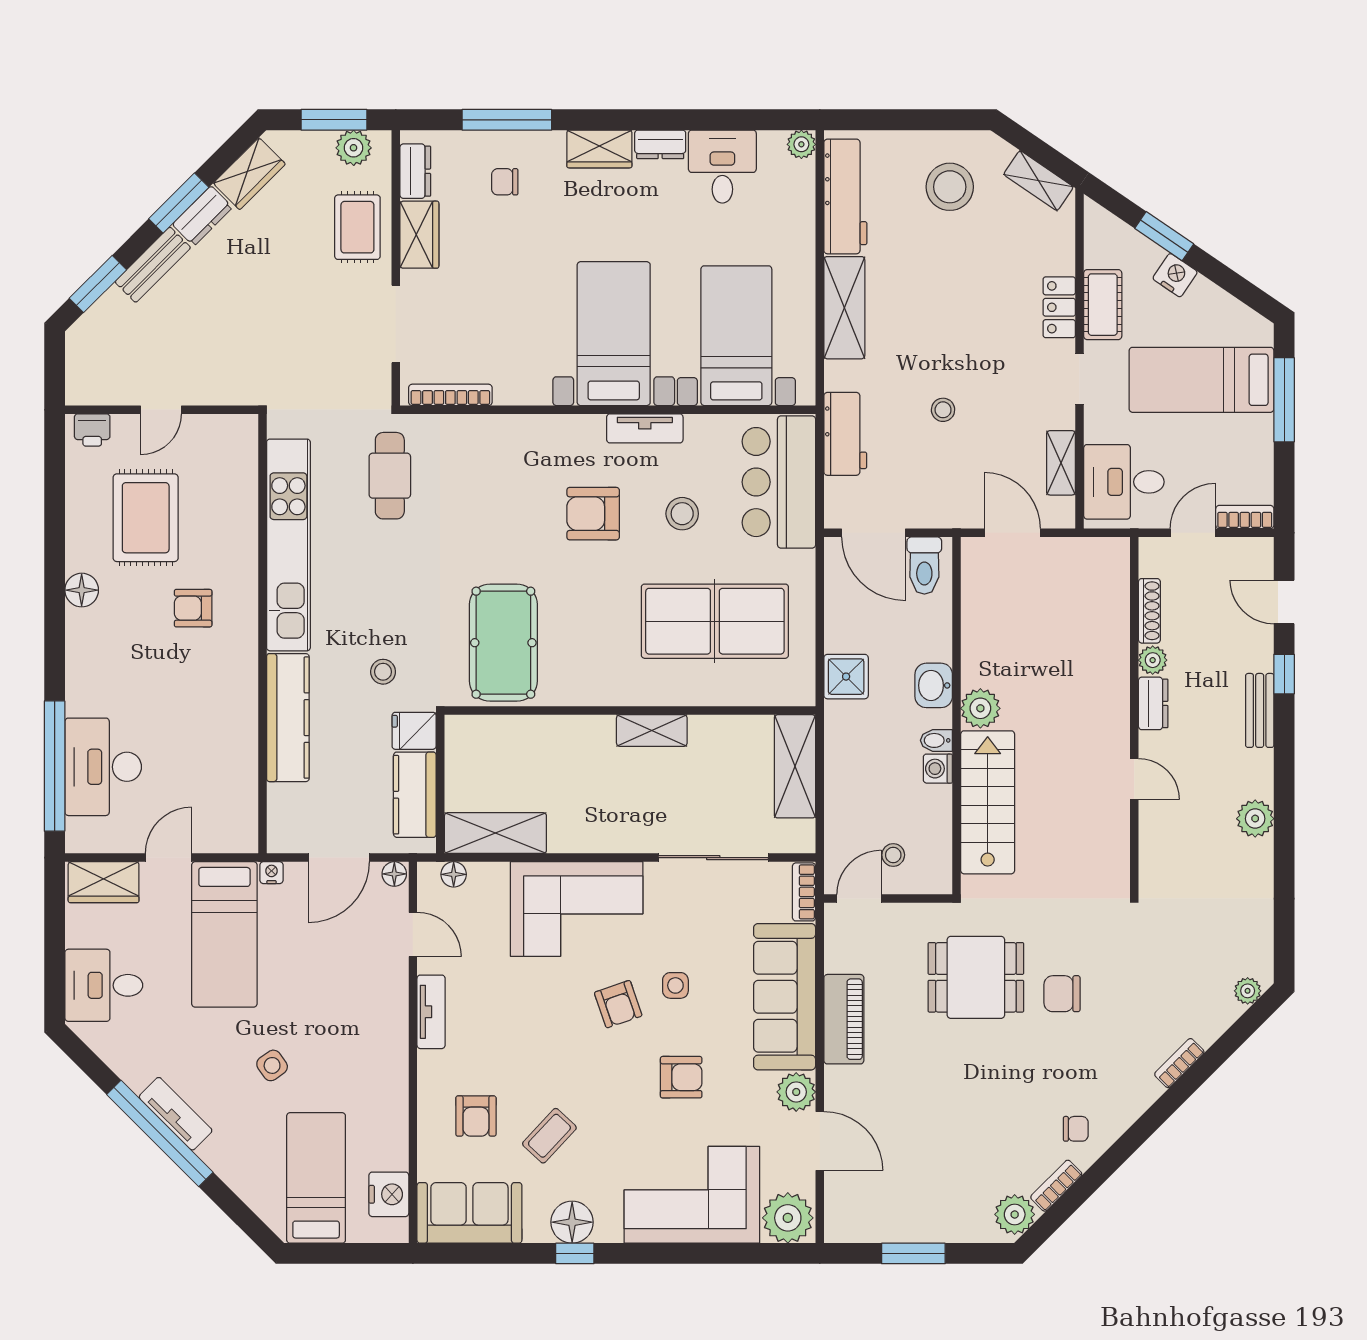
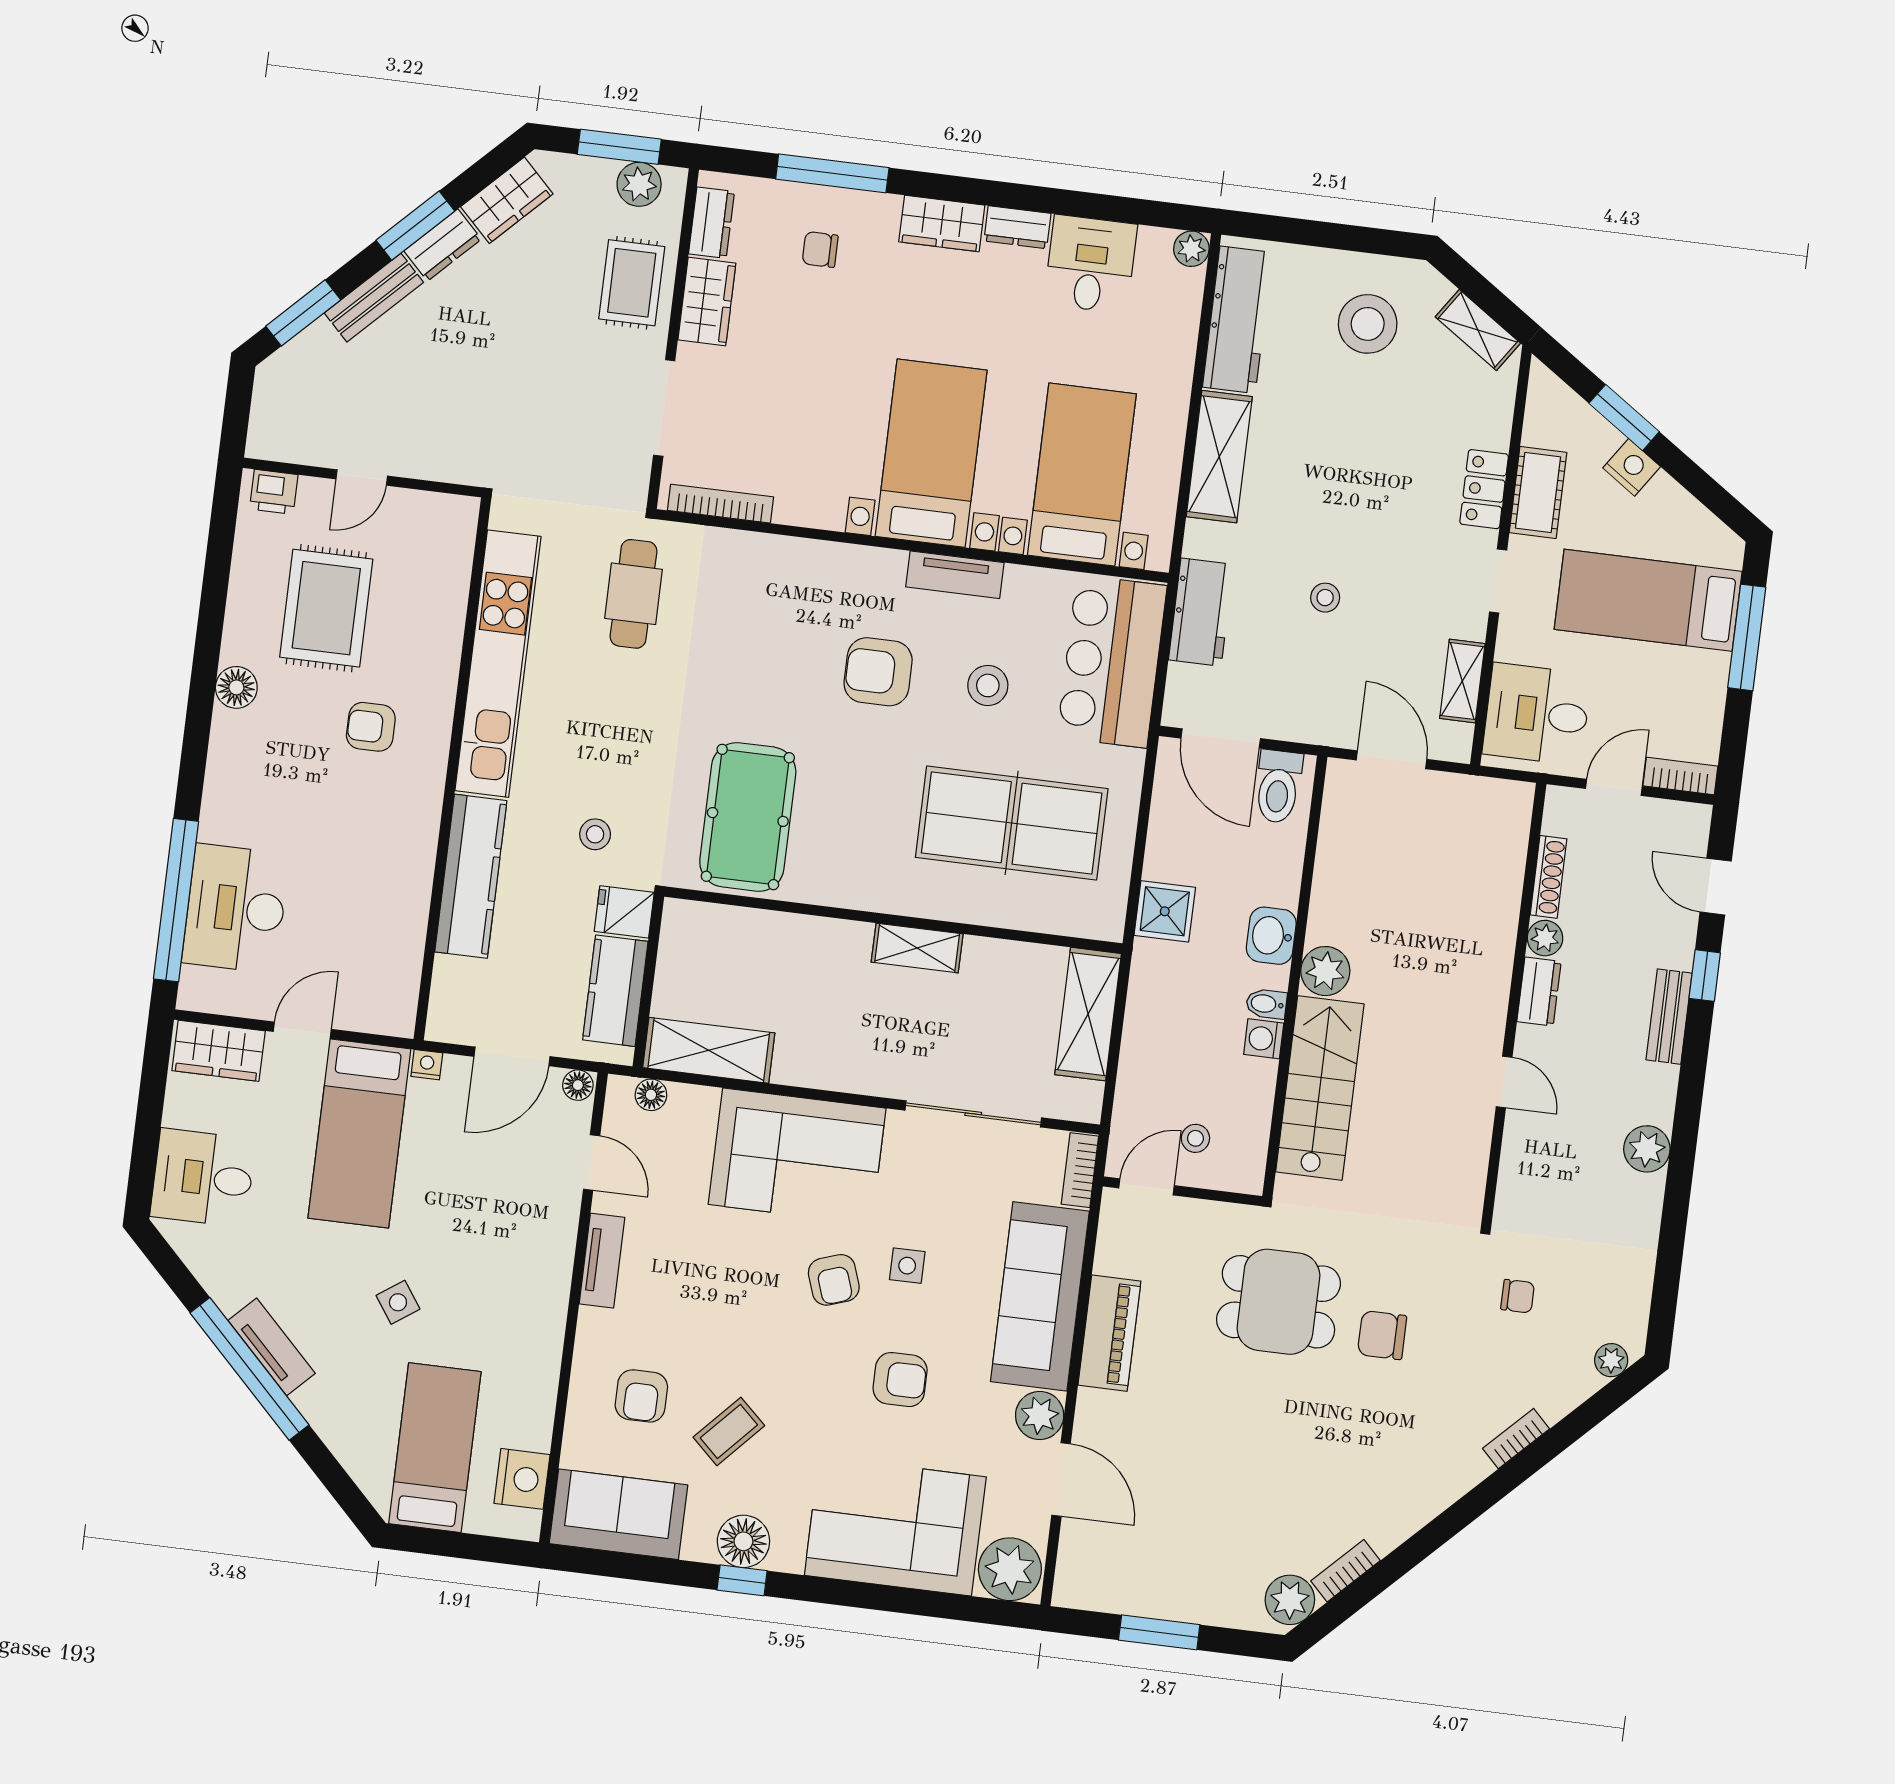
chair: (1076, 1129) -> (1518, 1296), moved

